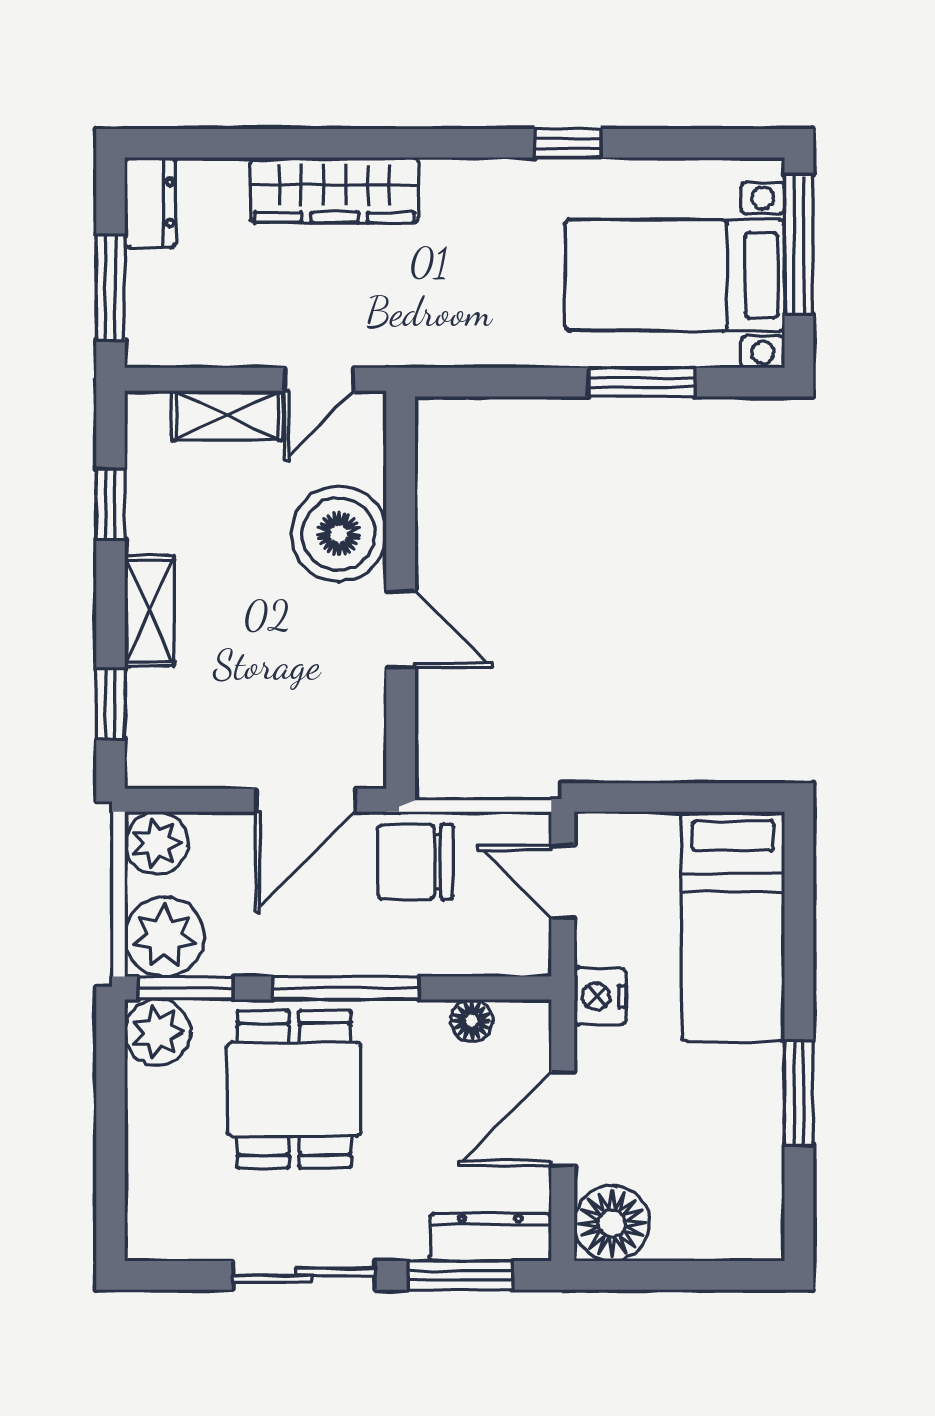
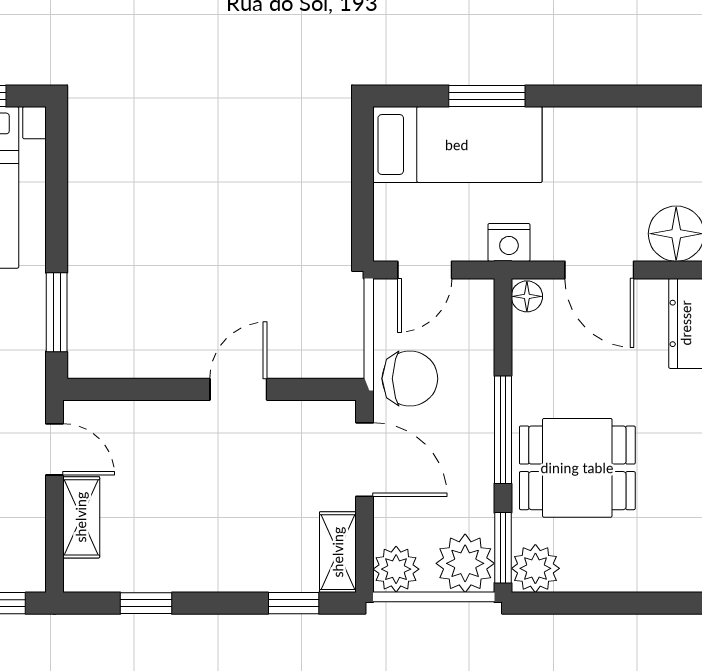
window: (642, 382) -> (57, 312), moved
boiler: (339, 534) -> (168, 435), removed
shelving: (149, 611) -> (338, 552), moved, turned 90
chair: (415, 862) -> (410, 379), turned -90
floor lamp: (472, 1021) -> (527, 296), moved
window: (799, 1093) -> (487, 96), moved

